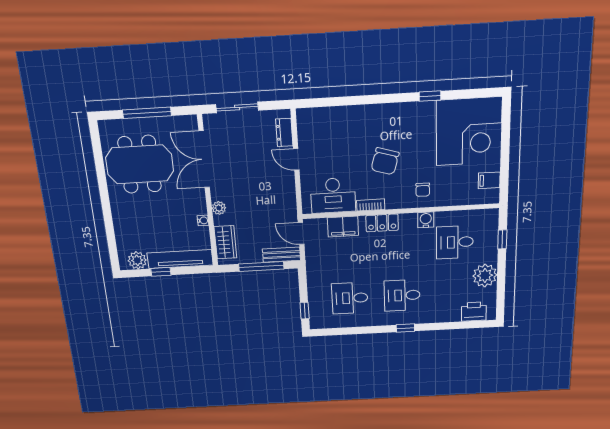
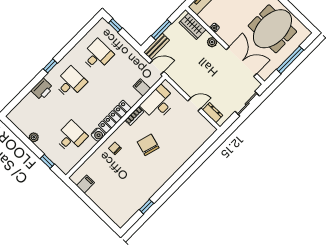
window: (430, 96) -> (146, 207), moved
corner desk: (469, 131) -> (120, 198), removed
locker: (382, 223) -> (115, 117), width x1.53
filing cabinet: (343, 227) -> (142, 88), width x0.50
window: (261, 266) -> (161, 30), width x0.69
plant: (485, 275) -> (34, 137), width x0.53, depth x0.53
printer: (474, 312) -> (42, 89), moved

